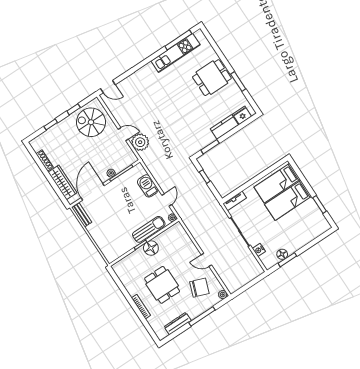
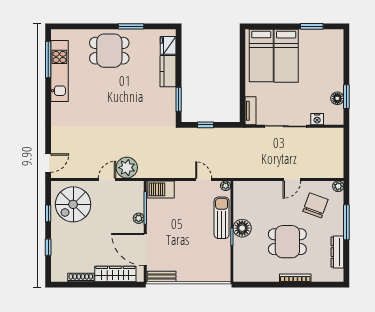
dining table: (212, 78) -> (109, 51), turned 90
barbecue: (148, 186) -> (161, 189), moved

